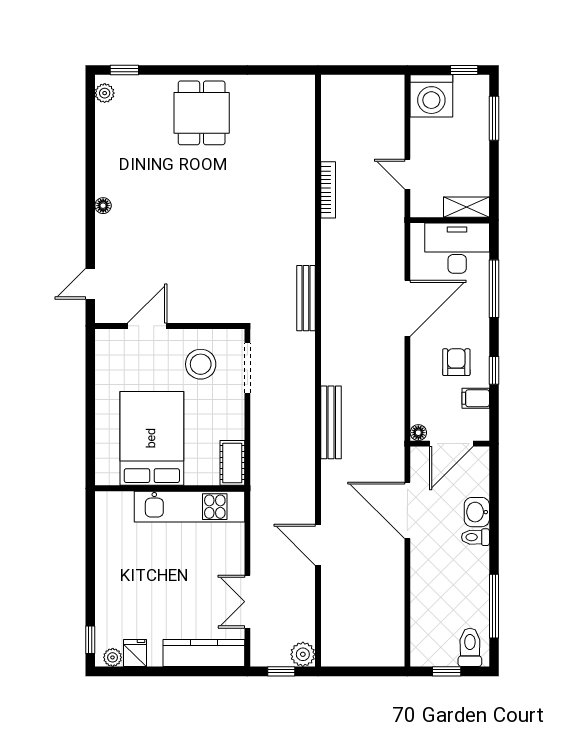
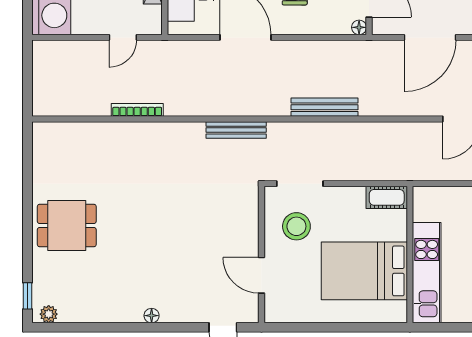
bench: (331, 422) -> (325, 107), moved
kitchen unit: (190, 507) -> (427, 273), moved

